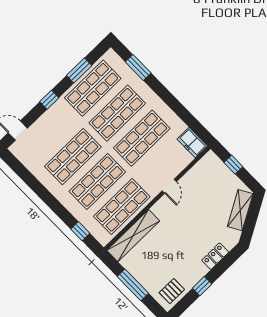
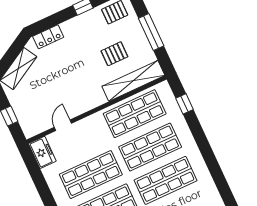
door: (169, 186) -> (63, 125), moved
pallet: (159, 254) -> (114, 54), added
locker: (215, 256) -> (48, 37), moved

